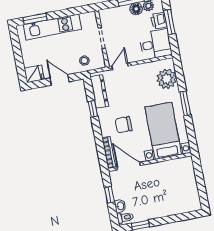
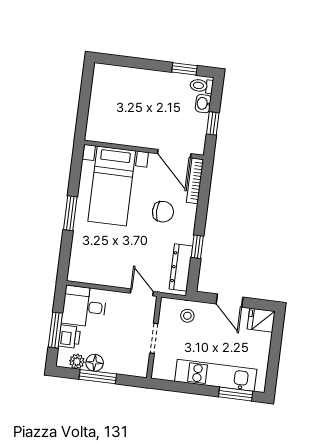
door: (120, 66) -> (142, 292), swing flipped
plant: (167, 79) -> (84, 255), removed

